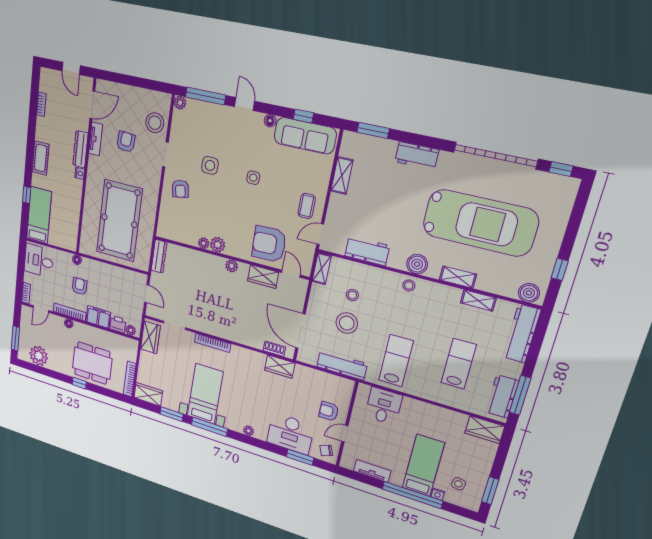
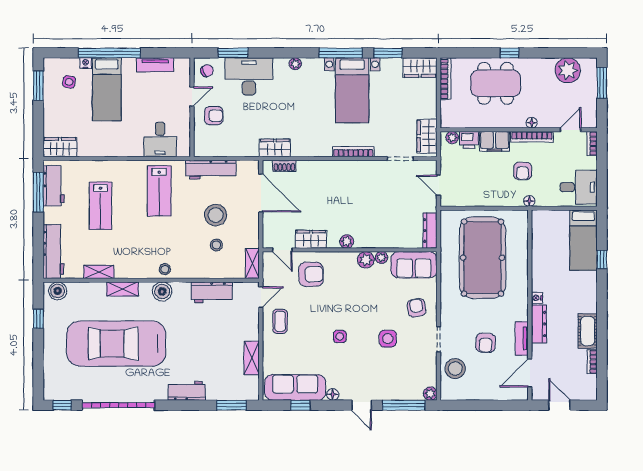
cot: (41, 158) -> (588, 331), moved
sofa: (177, 229) -> (414, 265), added
armchair: (269, 244) -> (311, 274), width x0.73, depth x0.73

